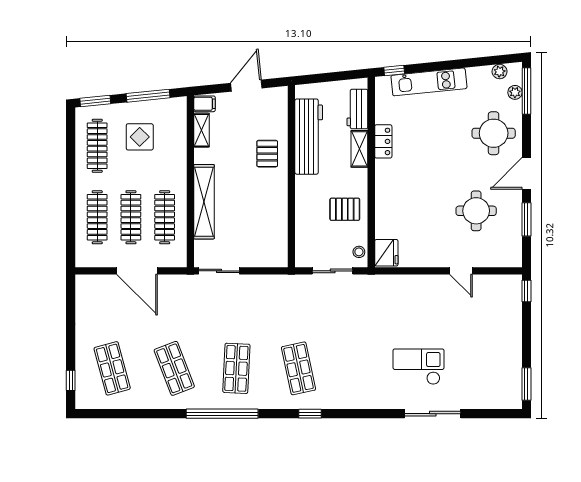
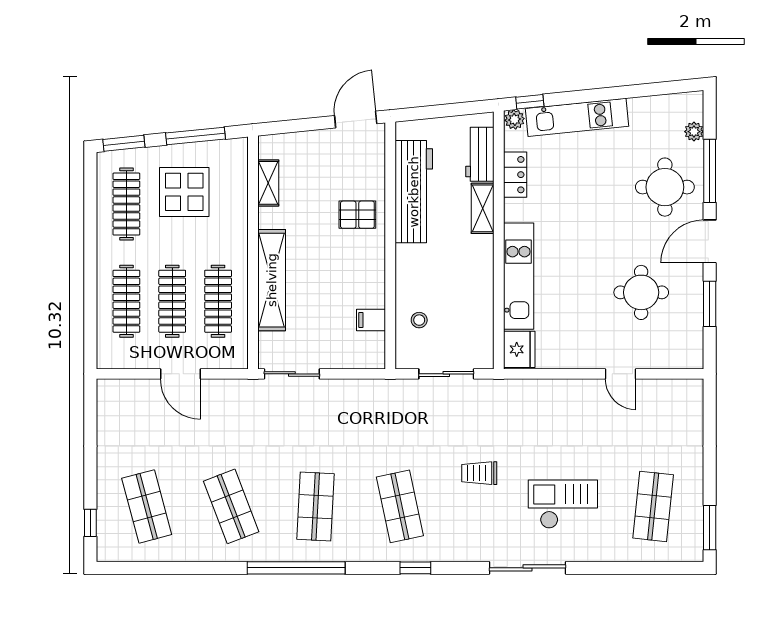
plant: (500, 72) -> (515, 119), moved
door: (246, 86) -> (356, 120), moved
window: (526, 91) -> (710, 171), moved
filing cabinet: (205, 104) -> (371, 320), moved, turned 180
display table: (140, 137) -> (184, 192), width x1.36, depth x1.36
locker: (383, 141) -> (515, 175), moved
pallet: (267, 154) -> (357, 215), turned 90
kitchen unit: (386, 199) -> (519, 276), added
pallet: (345, 209) -> (463, 290), removed
stool: (359, 252) -> (419, 320), moved
door: (137, 271) -> (180, 374), width x0.73
window: (526, 291) -> (710, 401), removed
trolley: (357, 344) -> (479, 473), added
shop shelf: (485, 368) -> (653, 506), added
sliding door: (433, 414) -> (528, 568), moved

